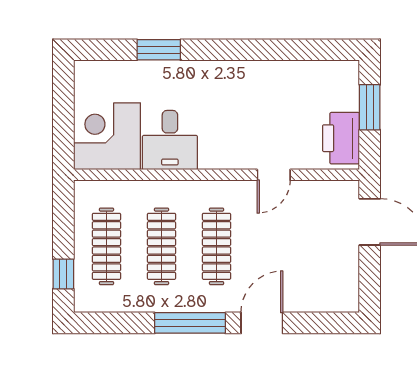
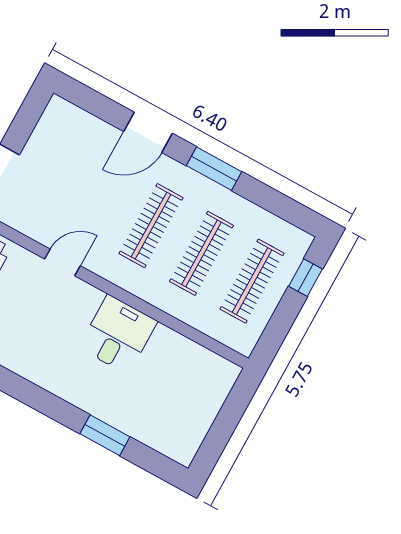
corner desk: (107, 136) -> (196, 382), removed
desk: (170, 140) -> (118, 334), moved
window: (190, 323) -> (214, 169), width x0.69

